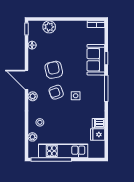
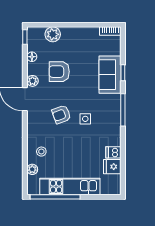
armchair: (54, 70) -> (59, 72), moved, turned -78
plant: (33, 96) -> (32, 81), moved

